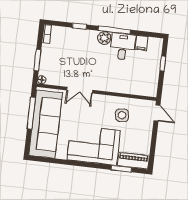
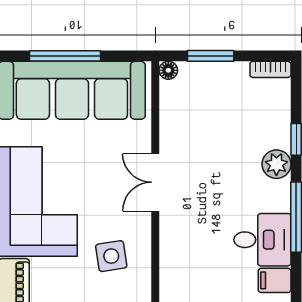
plant: (104, 38) -> (276, 164), moved
double door: (80, 90) -> (155, 182), moved
window: (31, 113) -> (65, 56), moved

